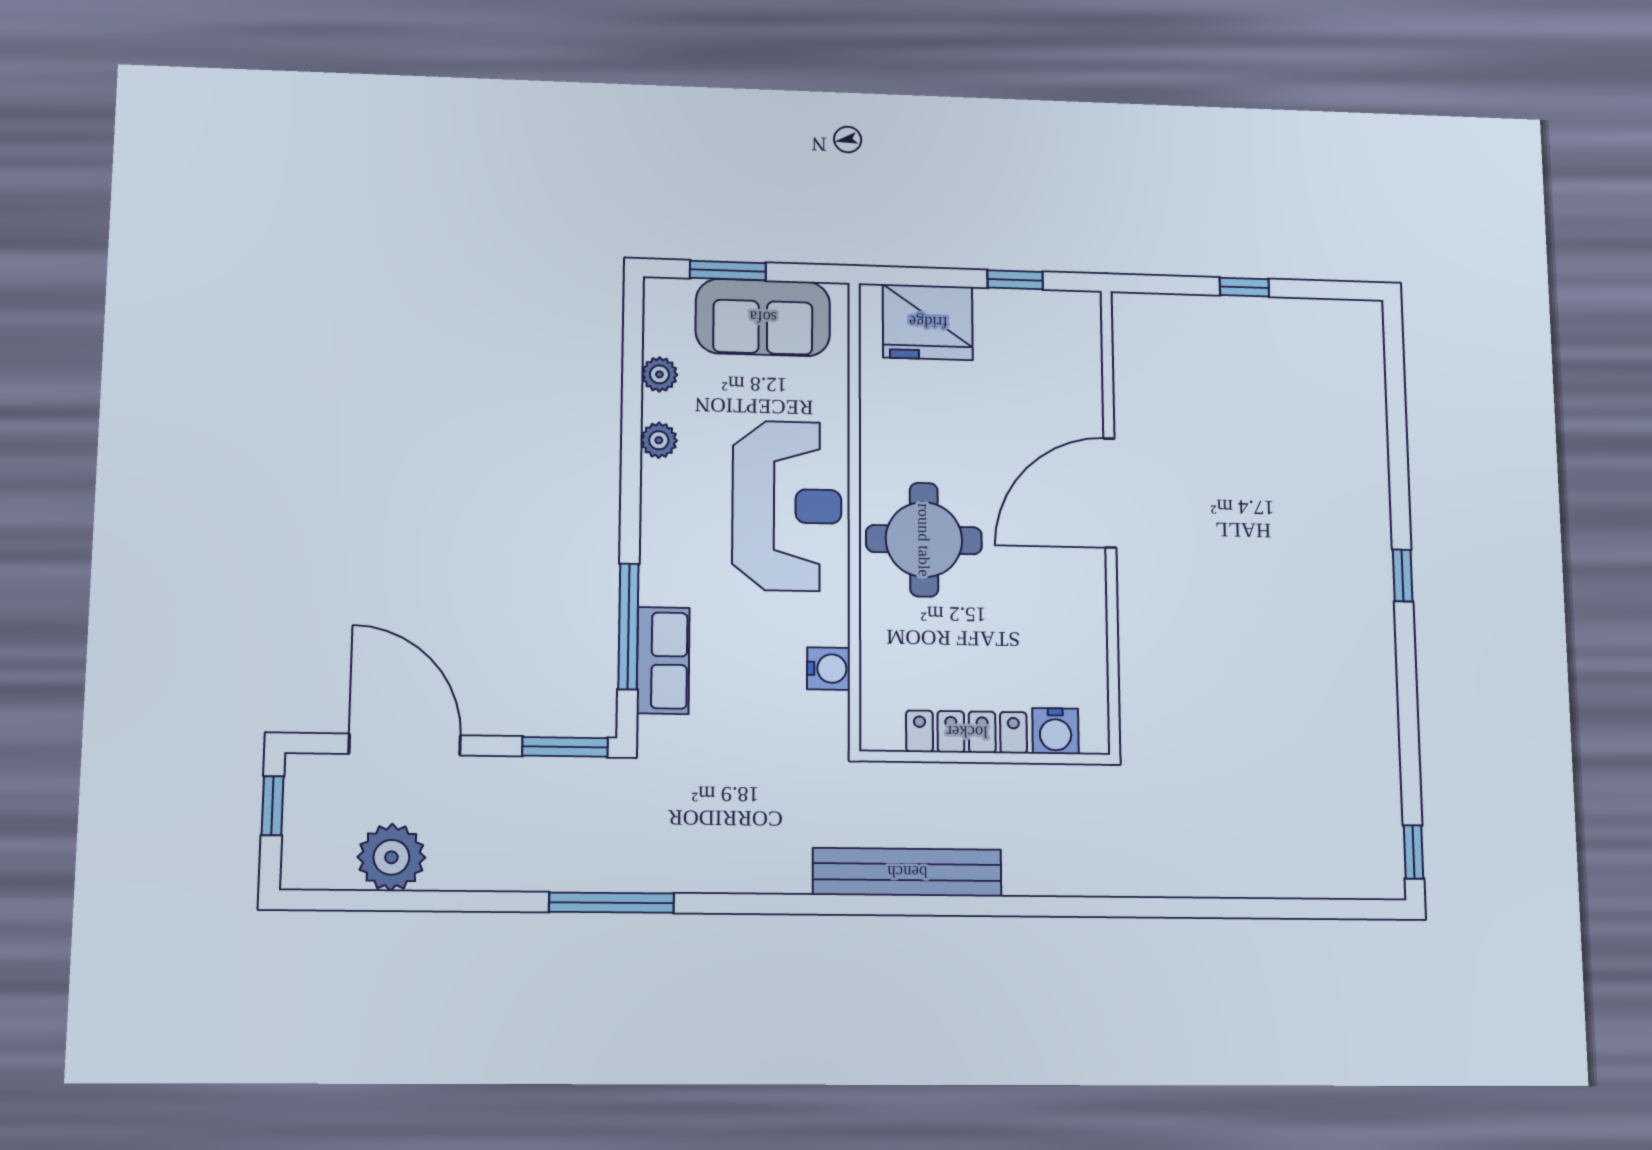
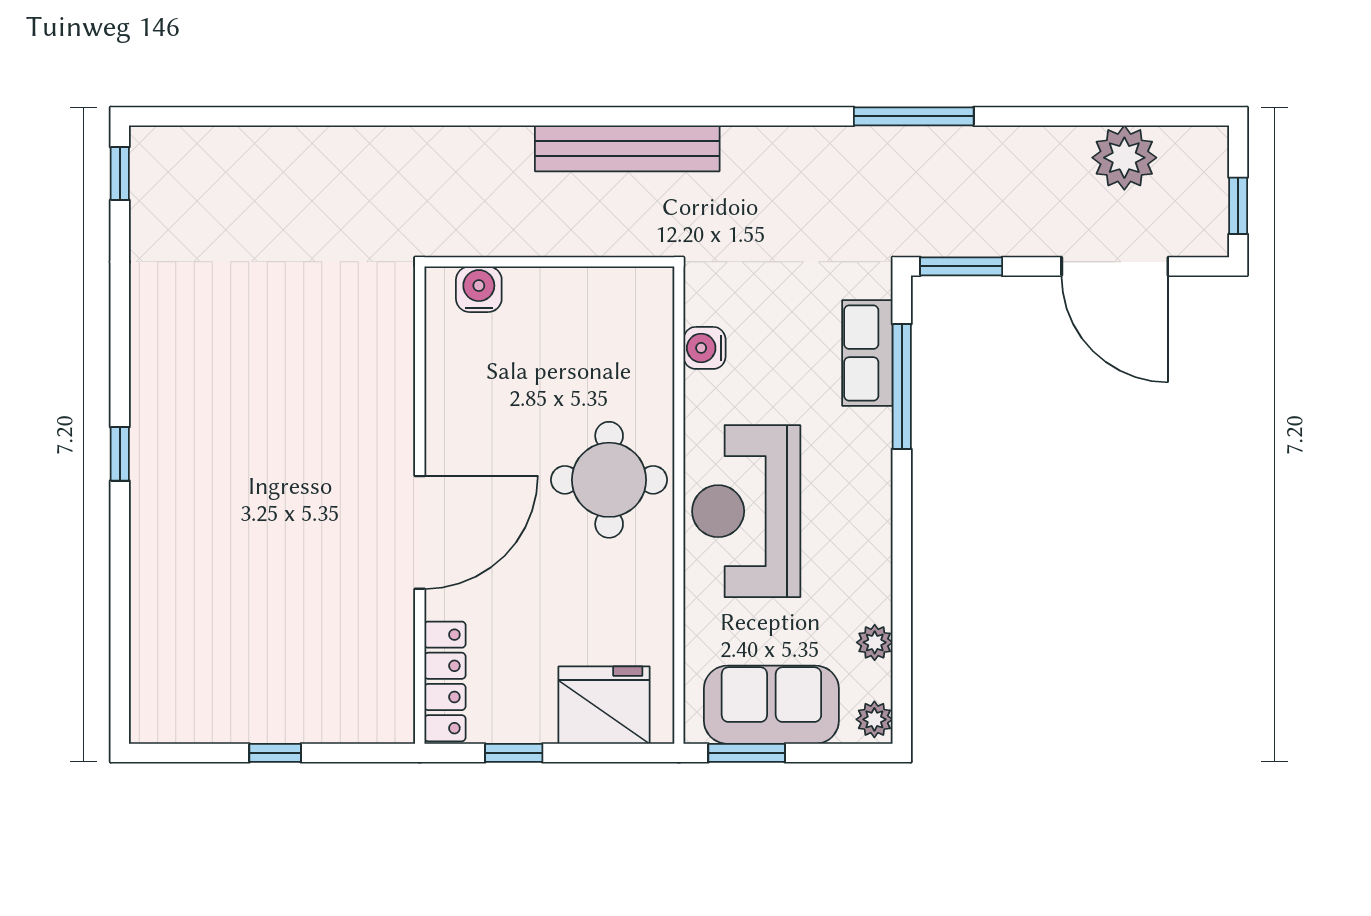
window: (728, 270) -> (747, 753), moved
plant: (659, 440) -> (874, 719), moved
locker: (967, 732) -> (445, 681), moved, turned -90

